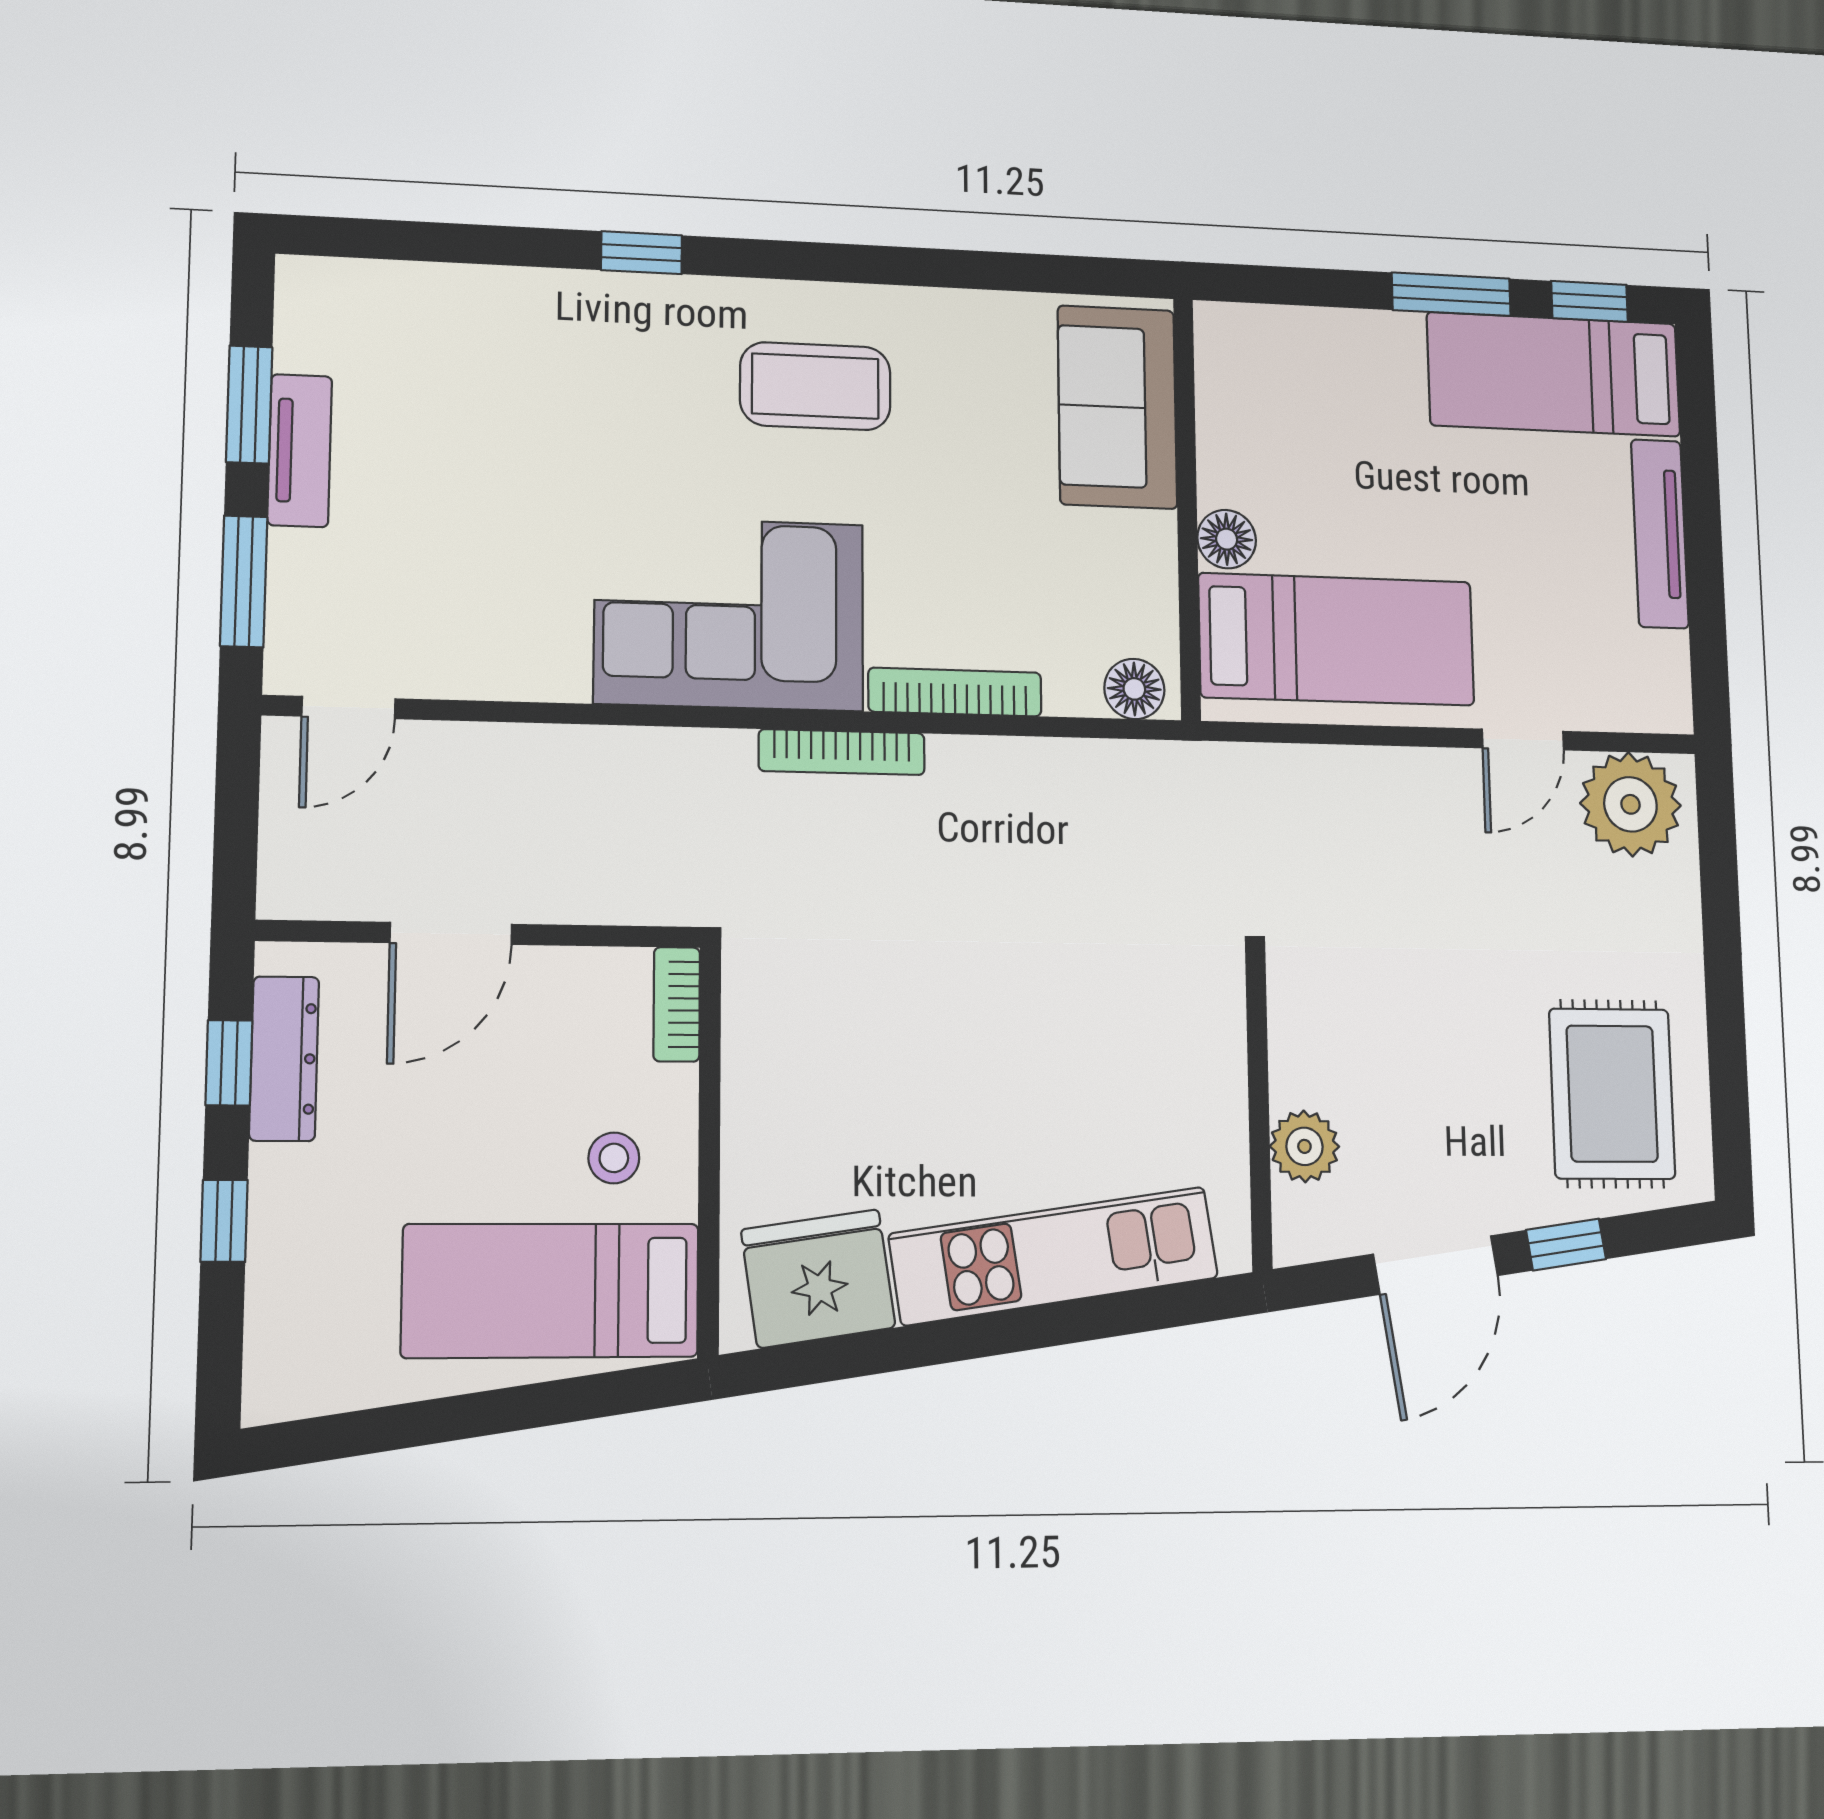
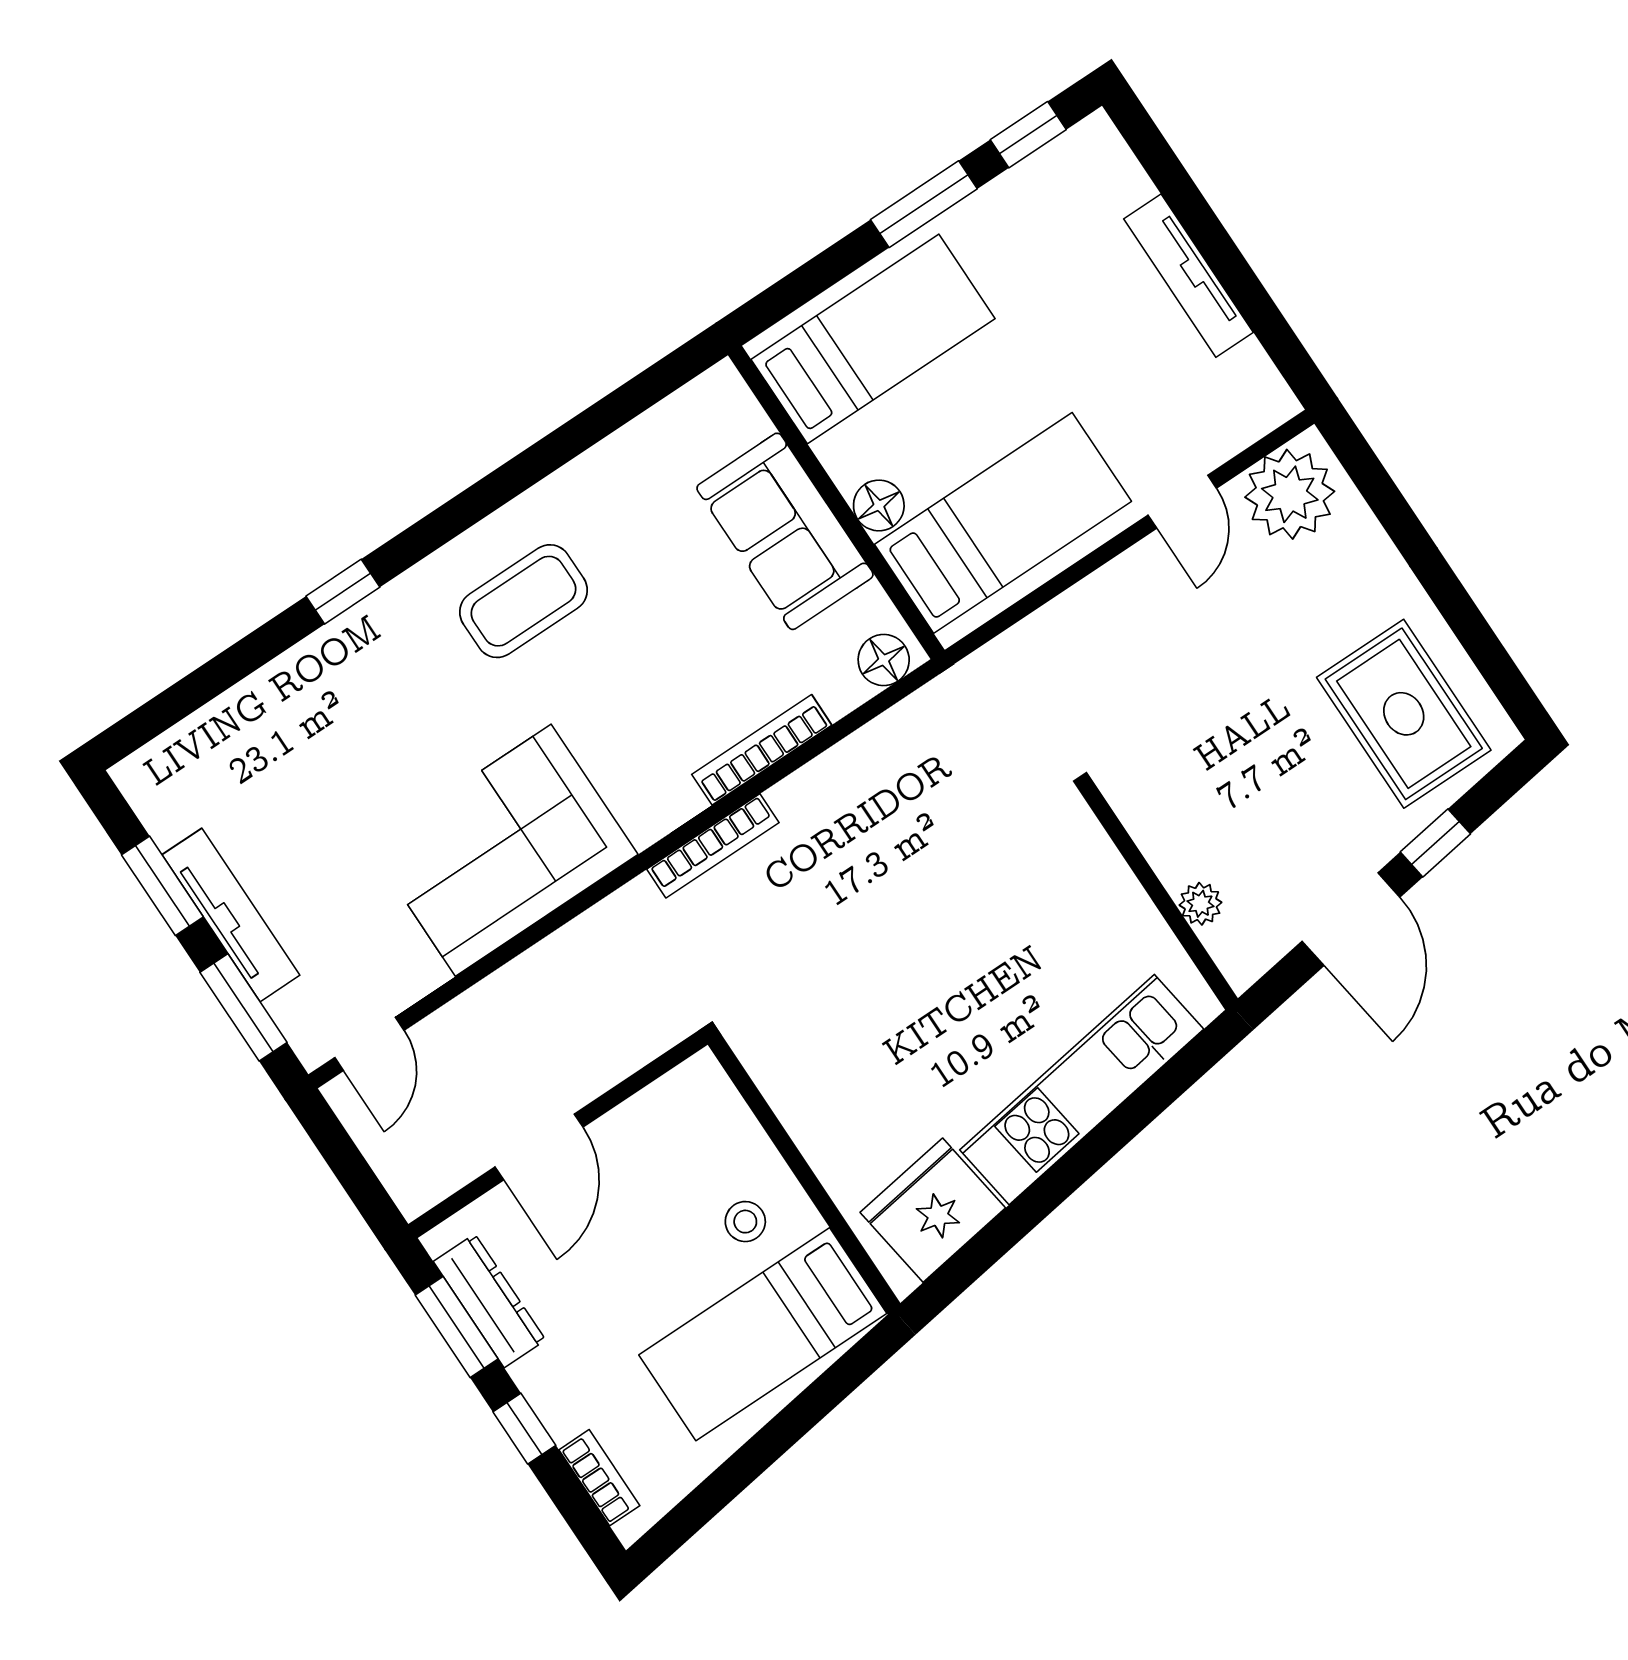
bed: (1554, 374) -> (873, 339), moved, turned 180
sofa: (1117, 407) -> (785, 531), moved
tv unit: (300, 451) -> (231, 915), width x1.41
corner sofa: (729, 614) -> (503, 850), moved
bookcase: (677, 1004) -> (599, 1478), moved, turned 180
window: (229, 1063) -> (457, 1327), width x1.50
plant: (1304, 1146) -> (1200, 904), width x0.73, depth x0.73

